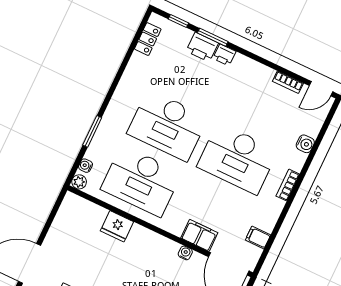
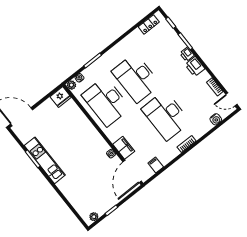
printer: (202, 47) -> (195, 67), moved
water cooler: (305, 144) -> (216, 119), moved
fridge: (117, 226) -> (61, 97), moved, turned -90

